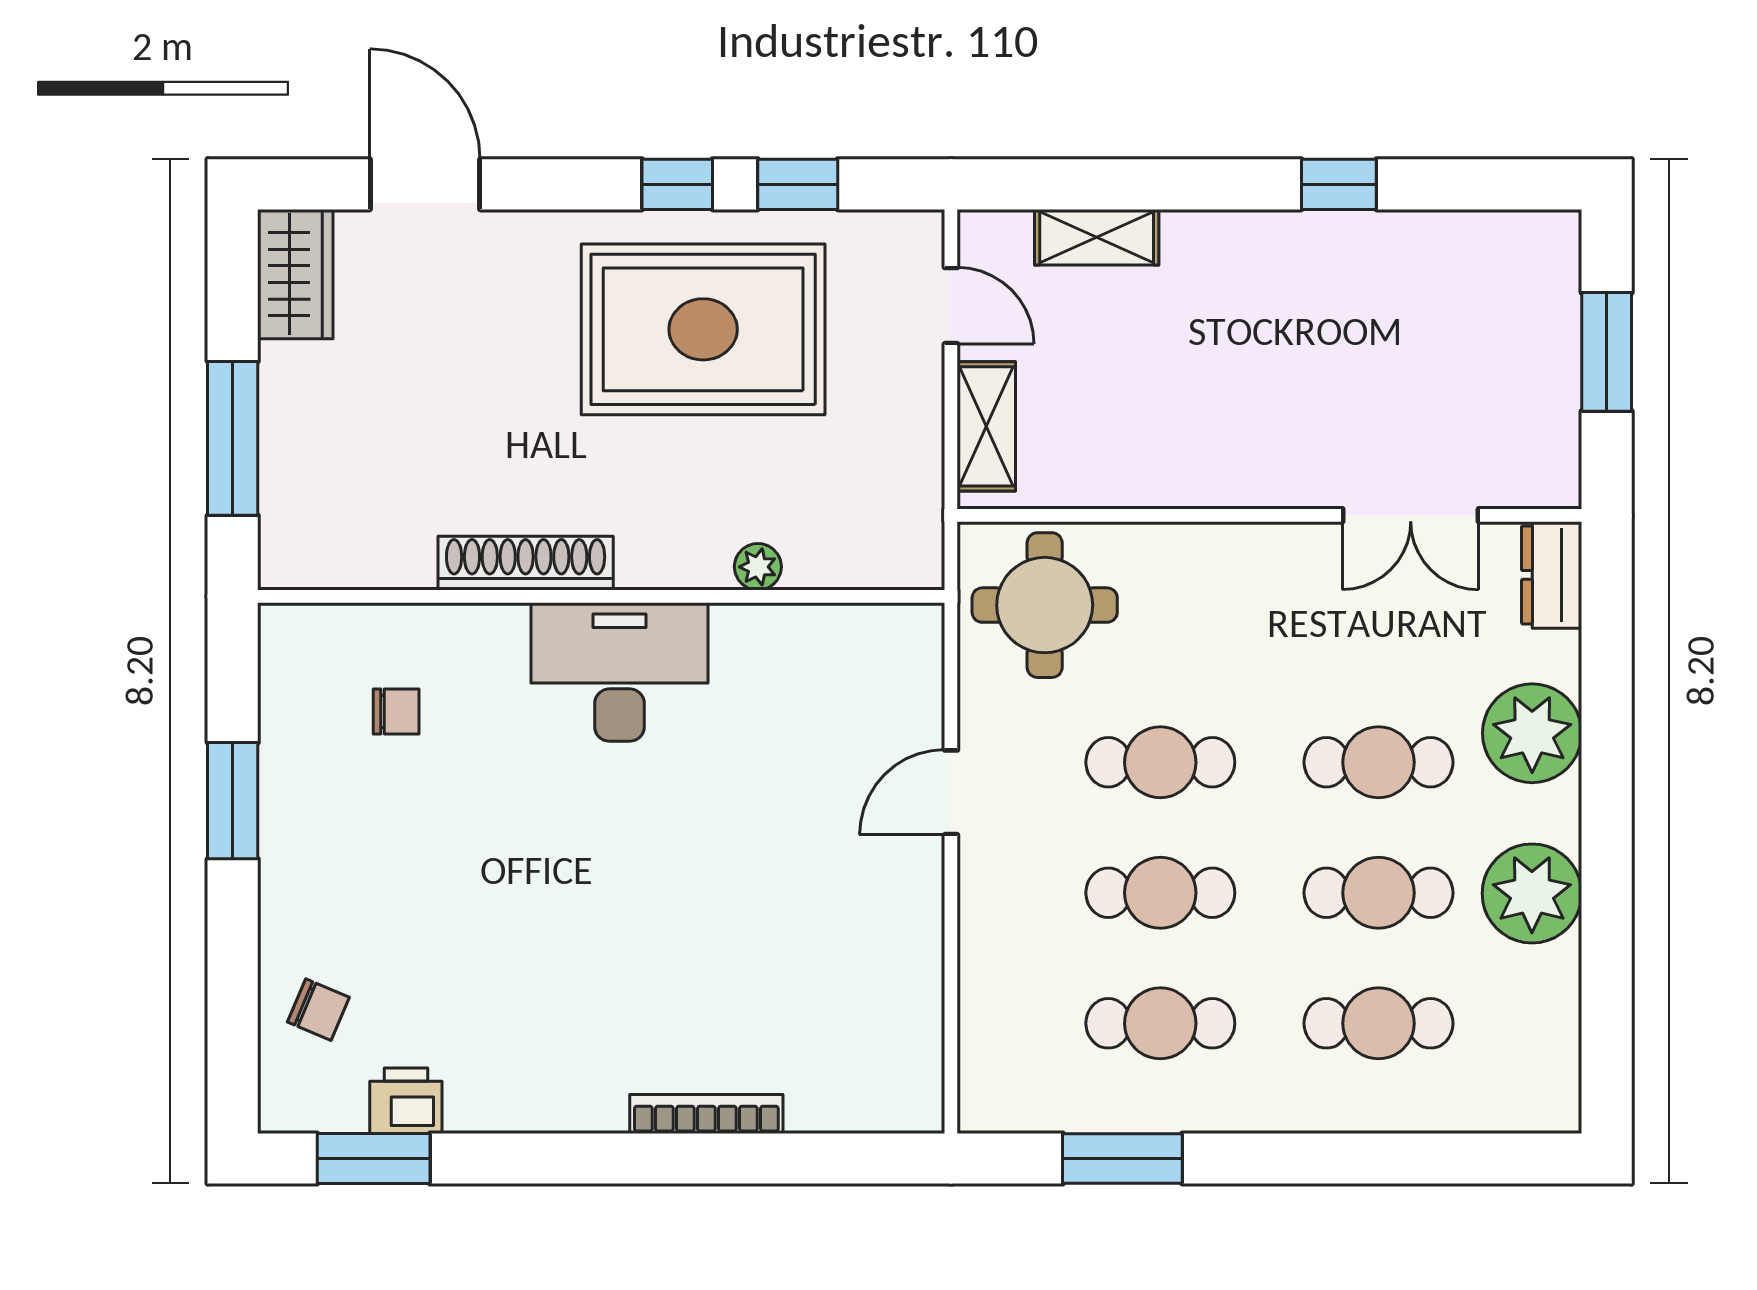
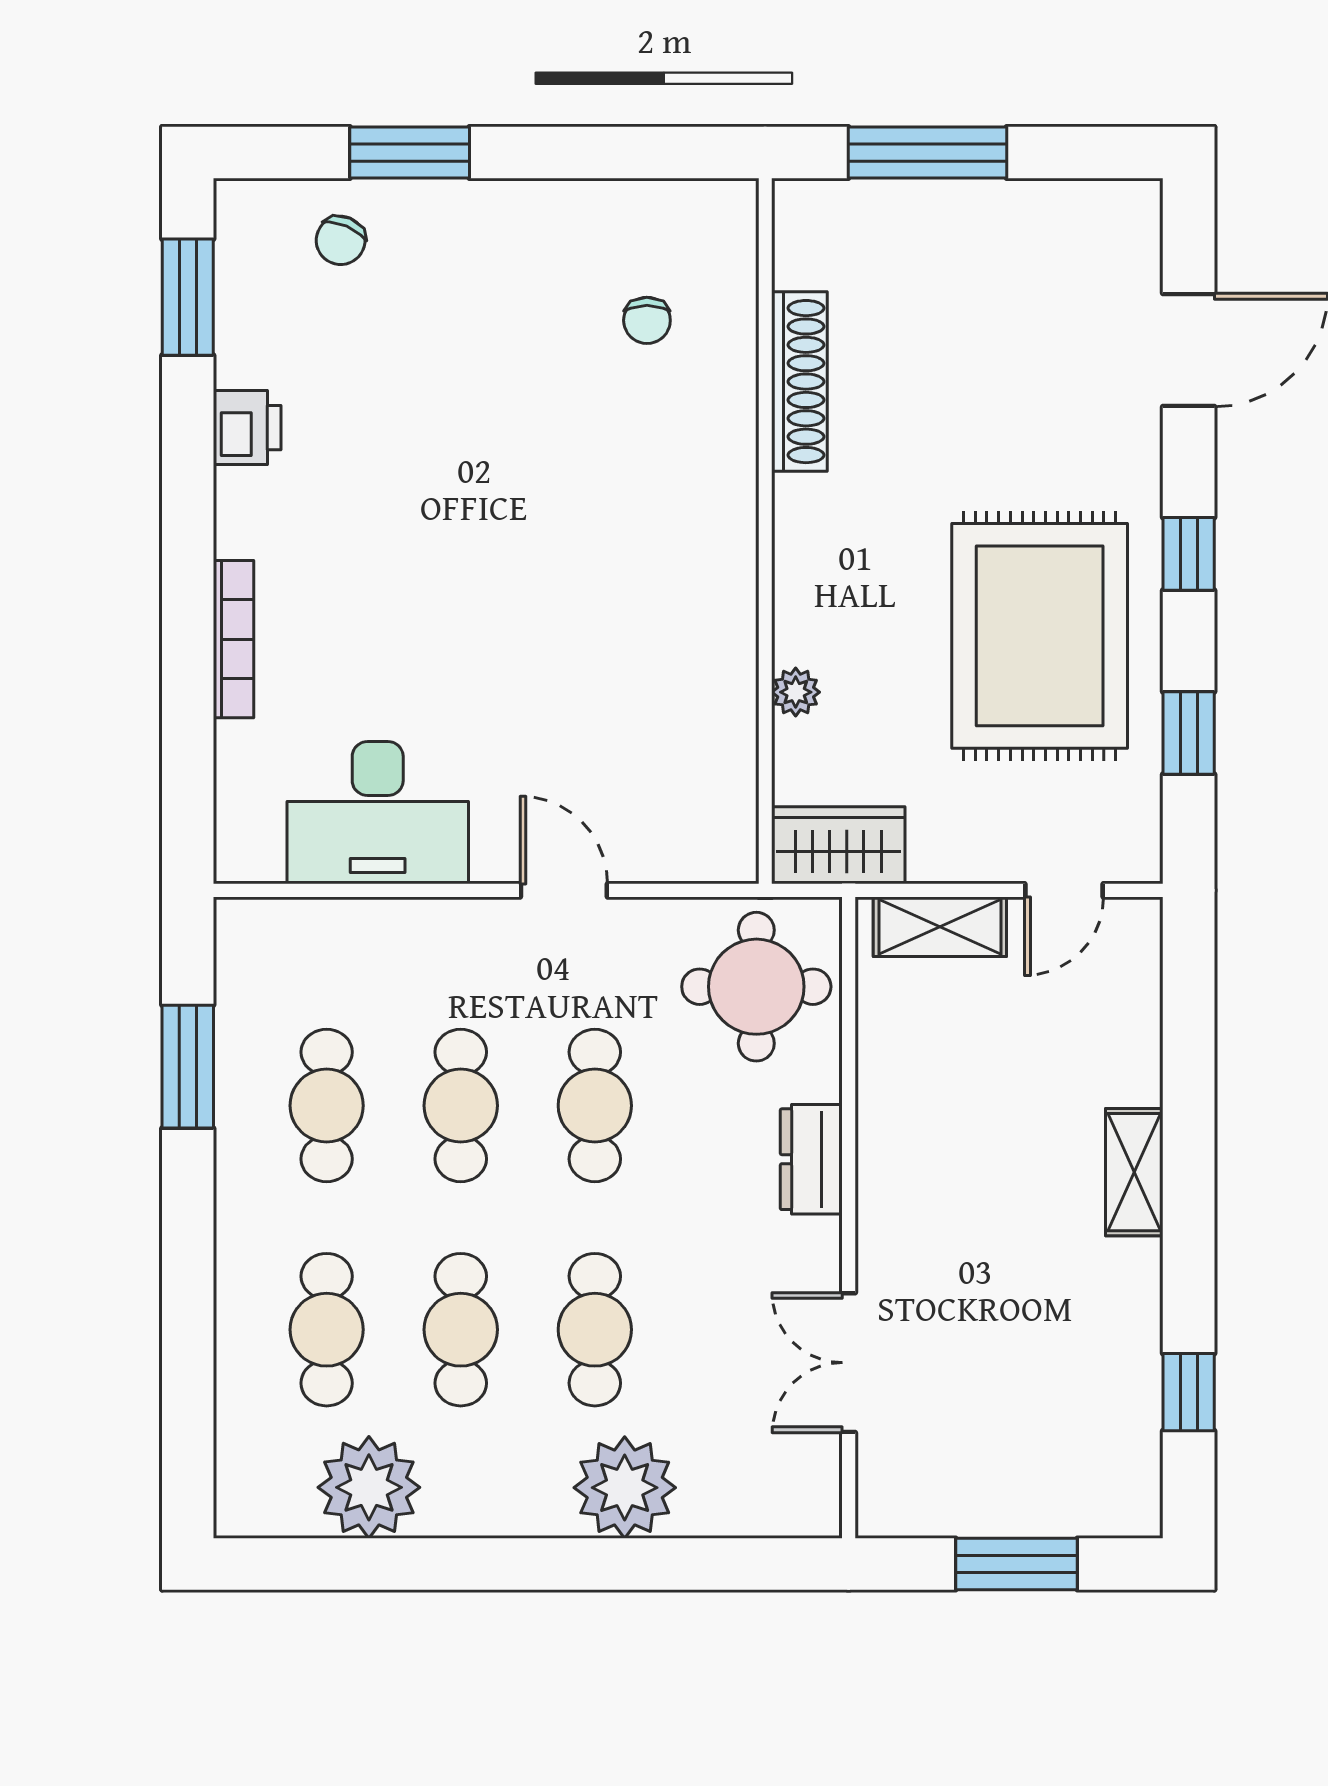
window: (677, 184) -> (1189, 554), moved
window: (1339, 184) -> (1189, 1392), moved
shelving: (1097, 237) -> (1134, 1172), moved
wardrobe: (295, 274) -> (838, 845), moved, turned 180
shoe rack: (526, 563) -> (799, 382), moved
dresser: (1552, 575) -> (811, 1159), moved, turned -90
desk: (620, 672) -> (378, 813), moved, turned 90
window: (233, 801) -> (410, 152), moved
plant: (1532, 893) -> (369, 1487), moved
printer: (406, 1101) -> (247, 428), moved

